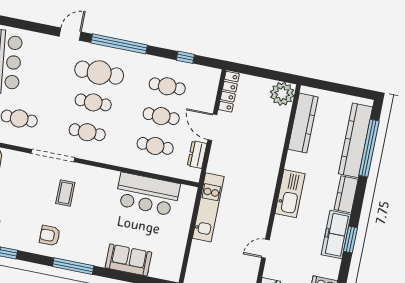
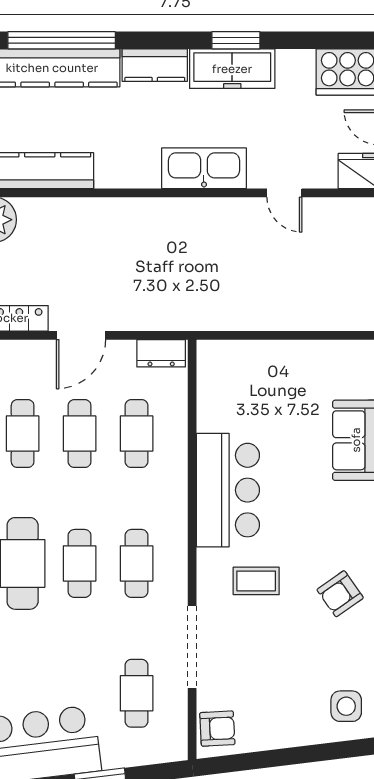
dresser: (197, 155) -> (161, 353), moved
doorway: (53, 156) -> (192, 647), moved
bar counter: (148, 194) -> (228, 490), moved
kitchen sink: (290, 194) -> (204, 168), moved
kitchen unit: (208, 207) -> (230, 313), removed
armchair: (50, 236) -> (340, 594), turned 55

